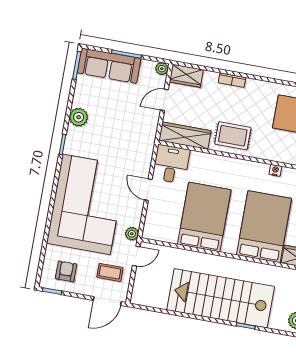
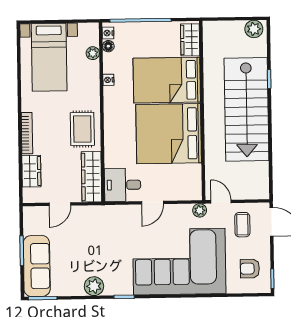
plant: (162, 69) -> (29, 213), removed
wardrobe: (186, 76) -> (31, 171), moved
bookcase: (232, 80) -> (27, 133), width x1.56
door: (164, 100) -> (60, 204), hinge flipped
bed: (204, 217) -> (169, 134), width x1.36

